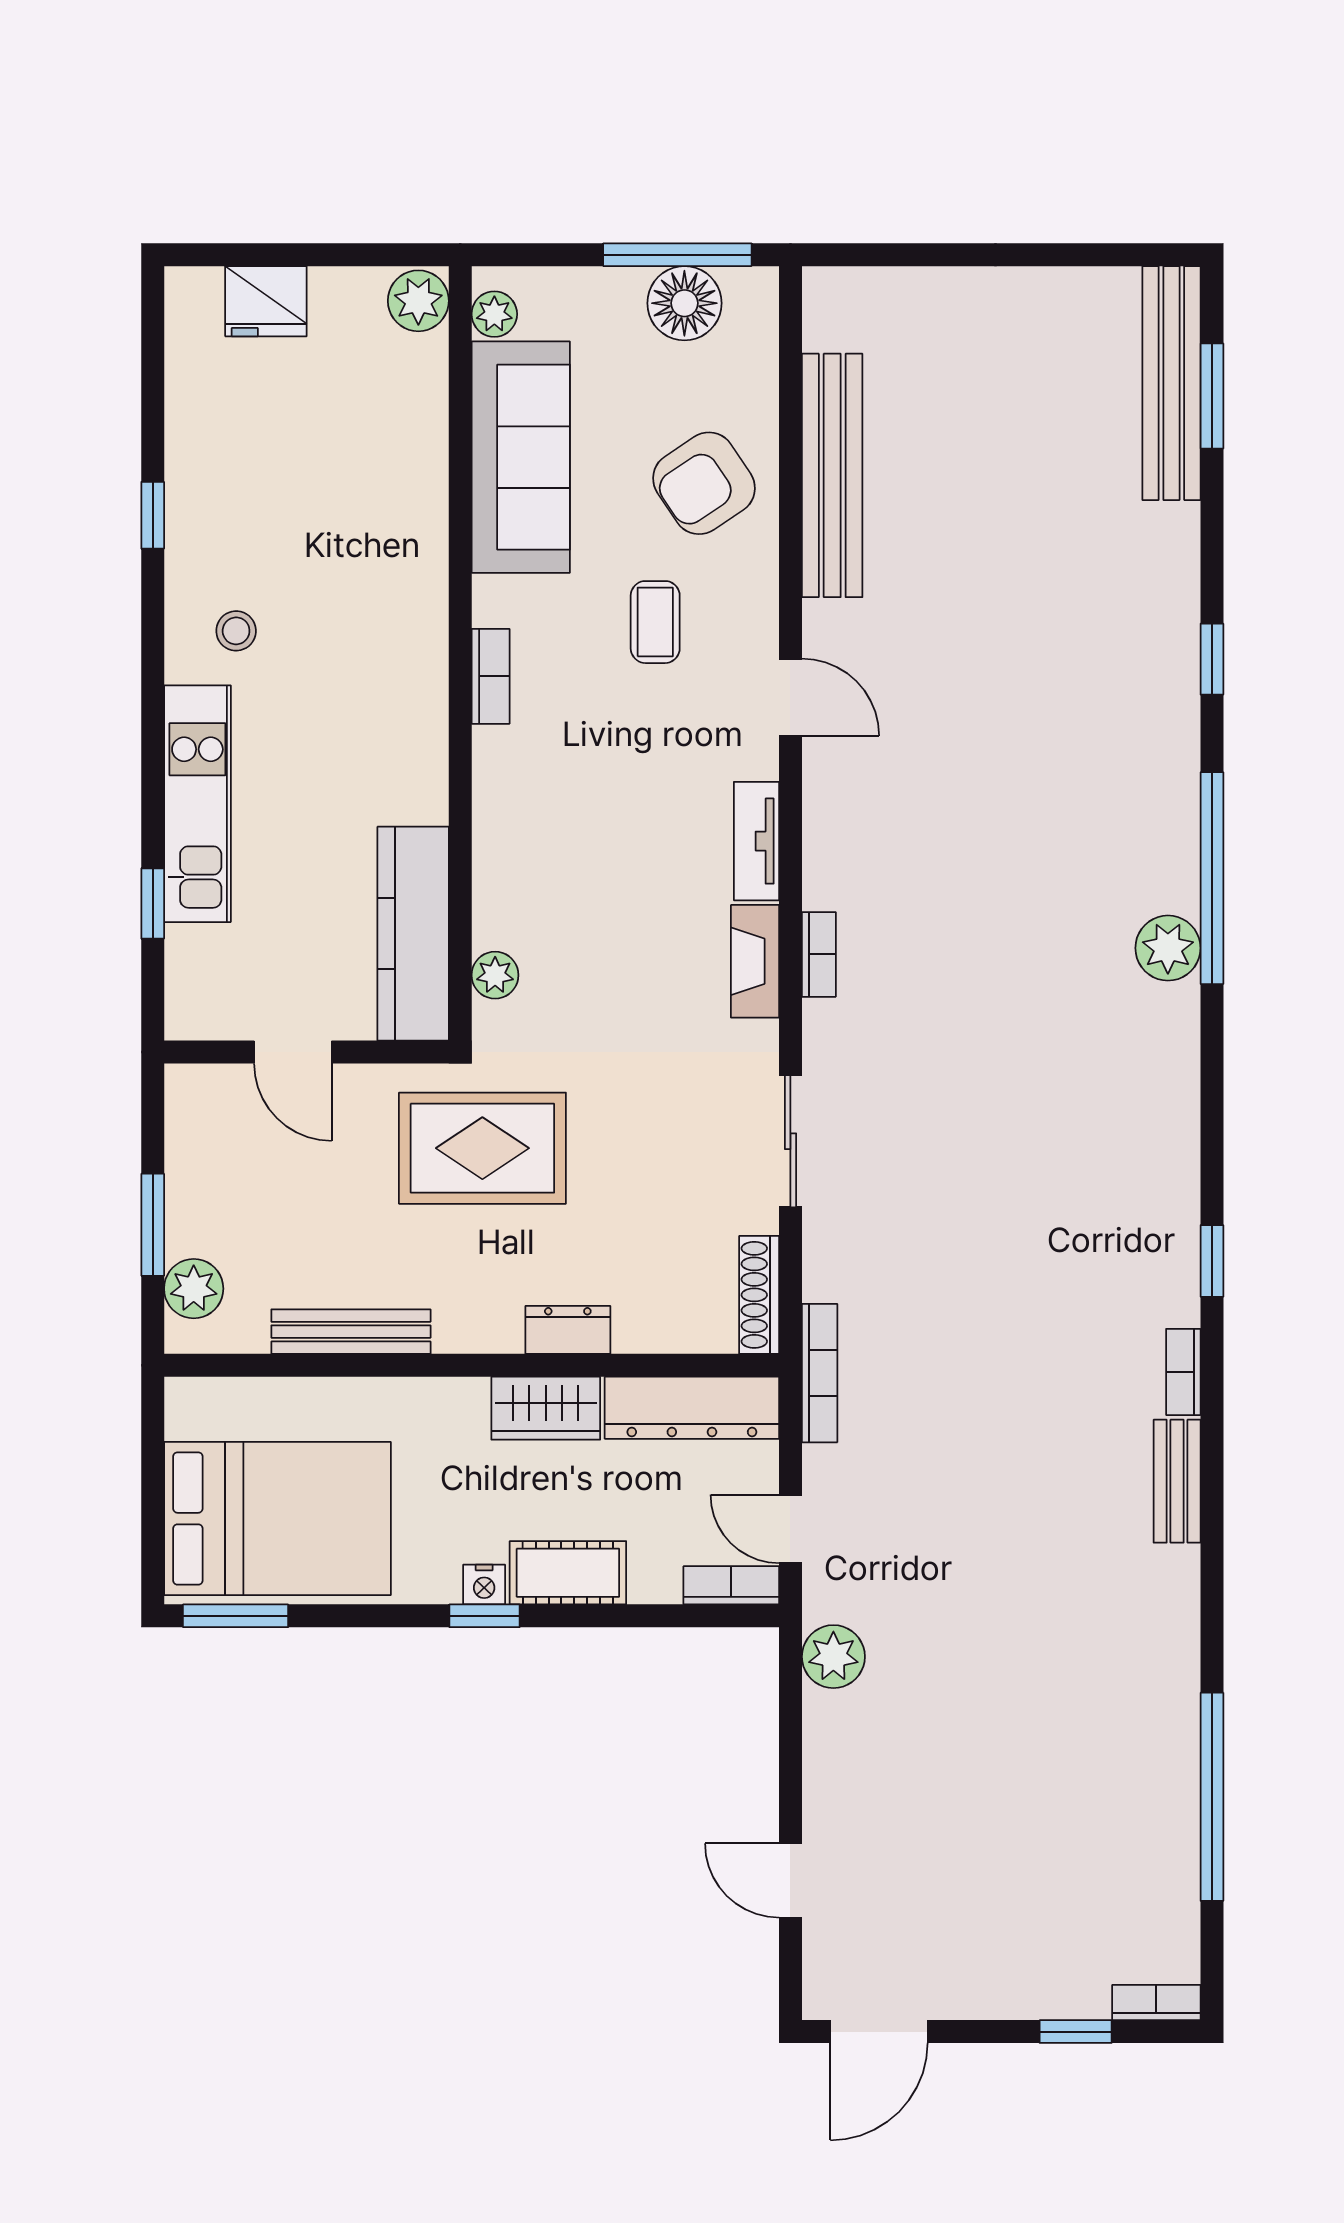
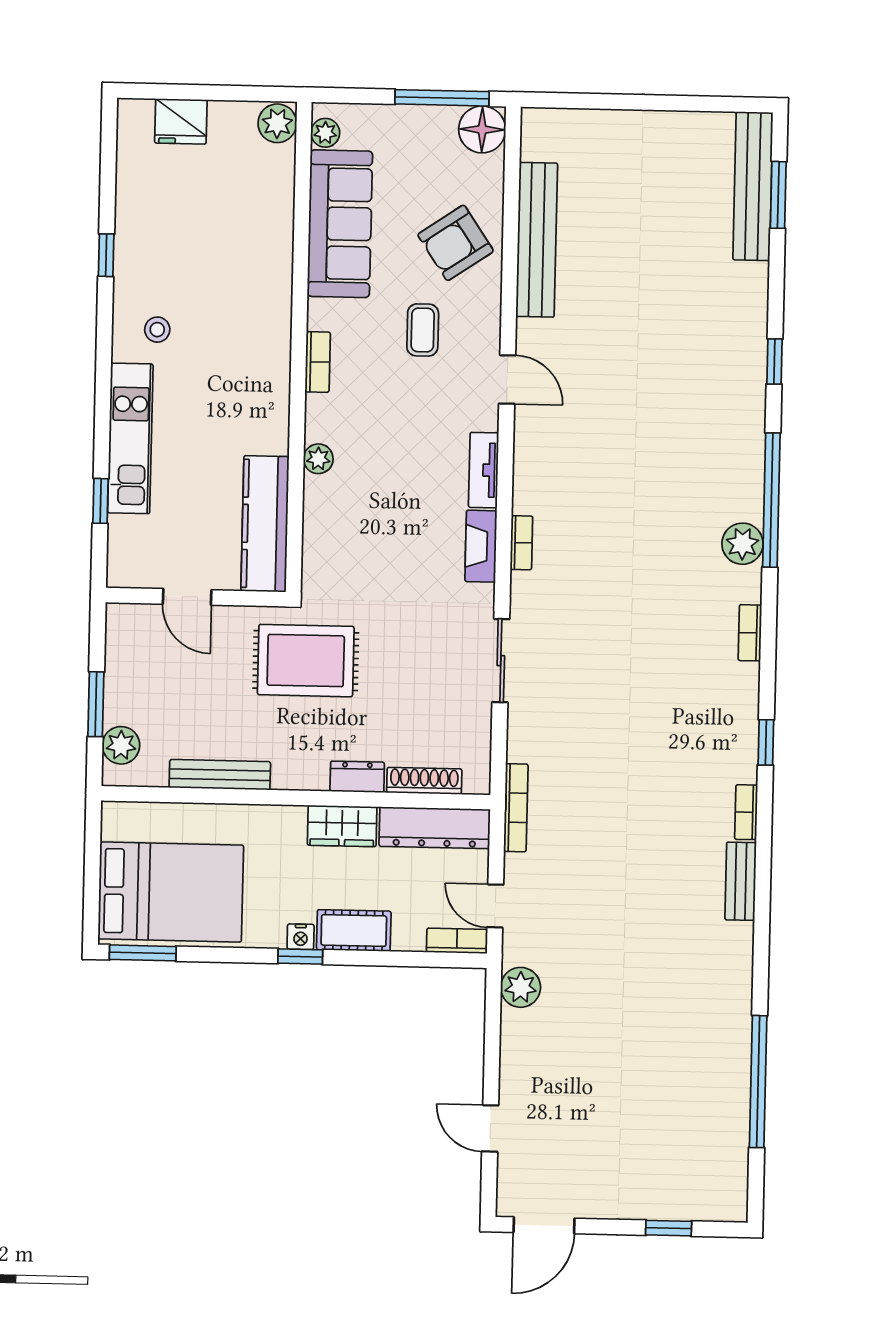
floor lamp: (684, 303) -> (482, 129), moved
plant: (495, 975) -> (318, 459), moved
shoe rack: (759, 1295) -> (424, 781), moved, turned 90
bookcase: (1156, 2003) -> (750, 633), moved, turned -90

